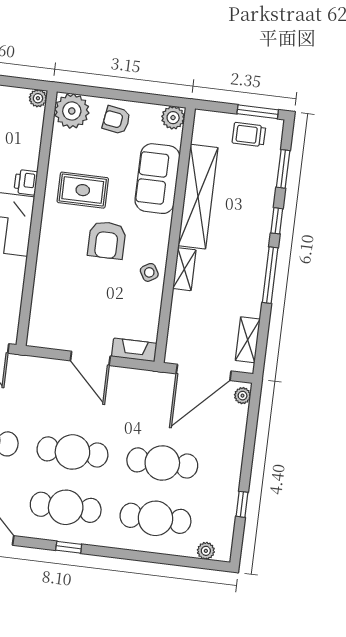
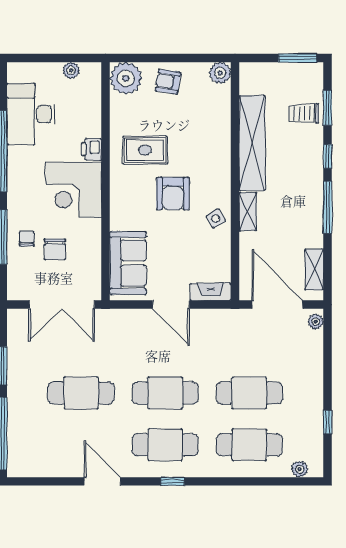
plant: (38, 98) -> (71, 70), moved
trolley: (249, 135) -> (304, 113), moved
sofa: (157, 179) -> (128, 263), moved, turned 180
door: (204, 372) -> (277, 305), swing flipped

